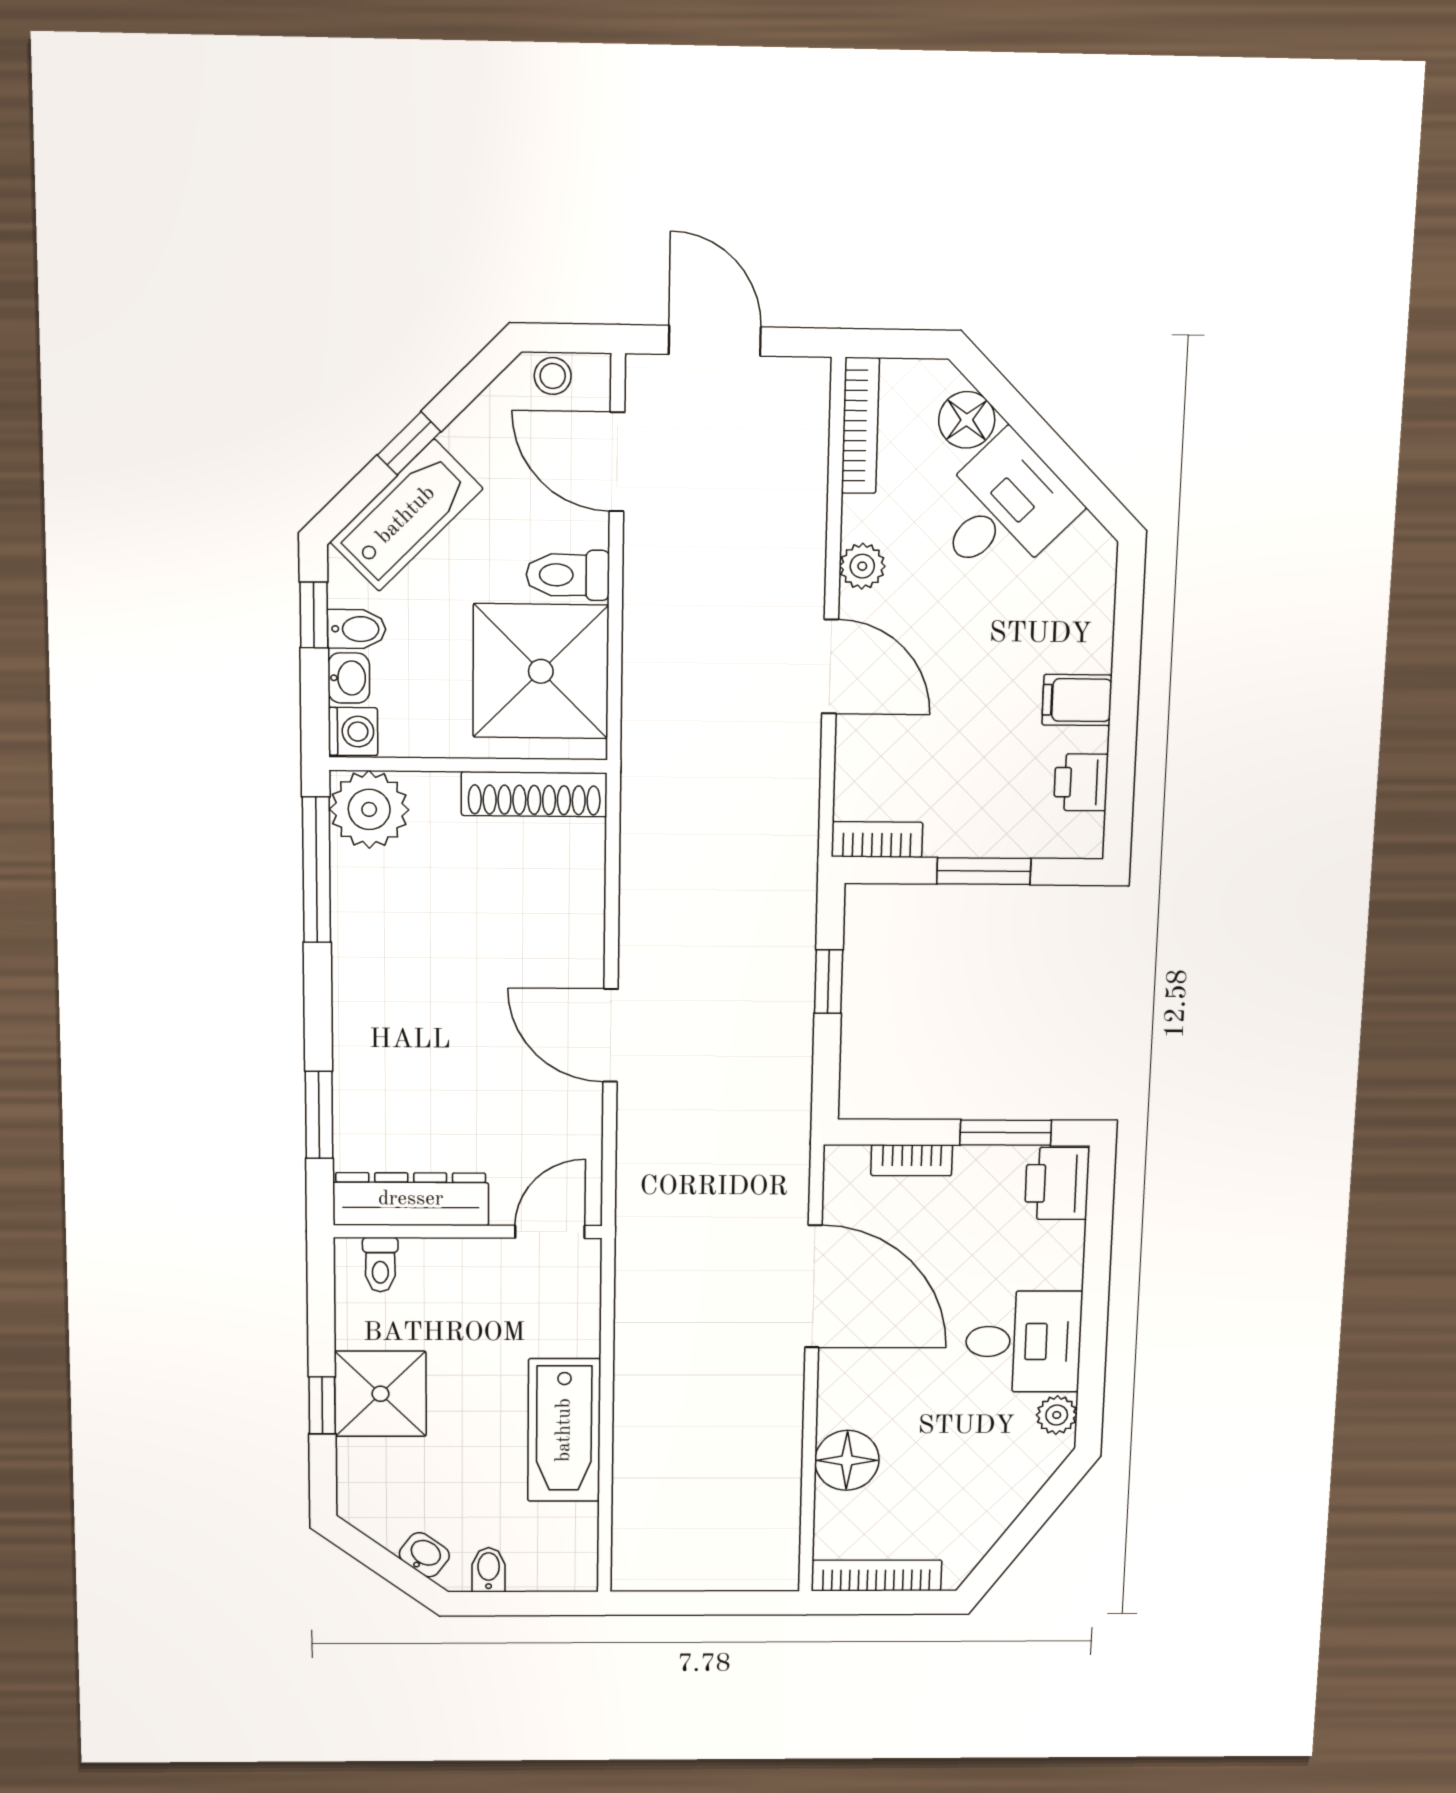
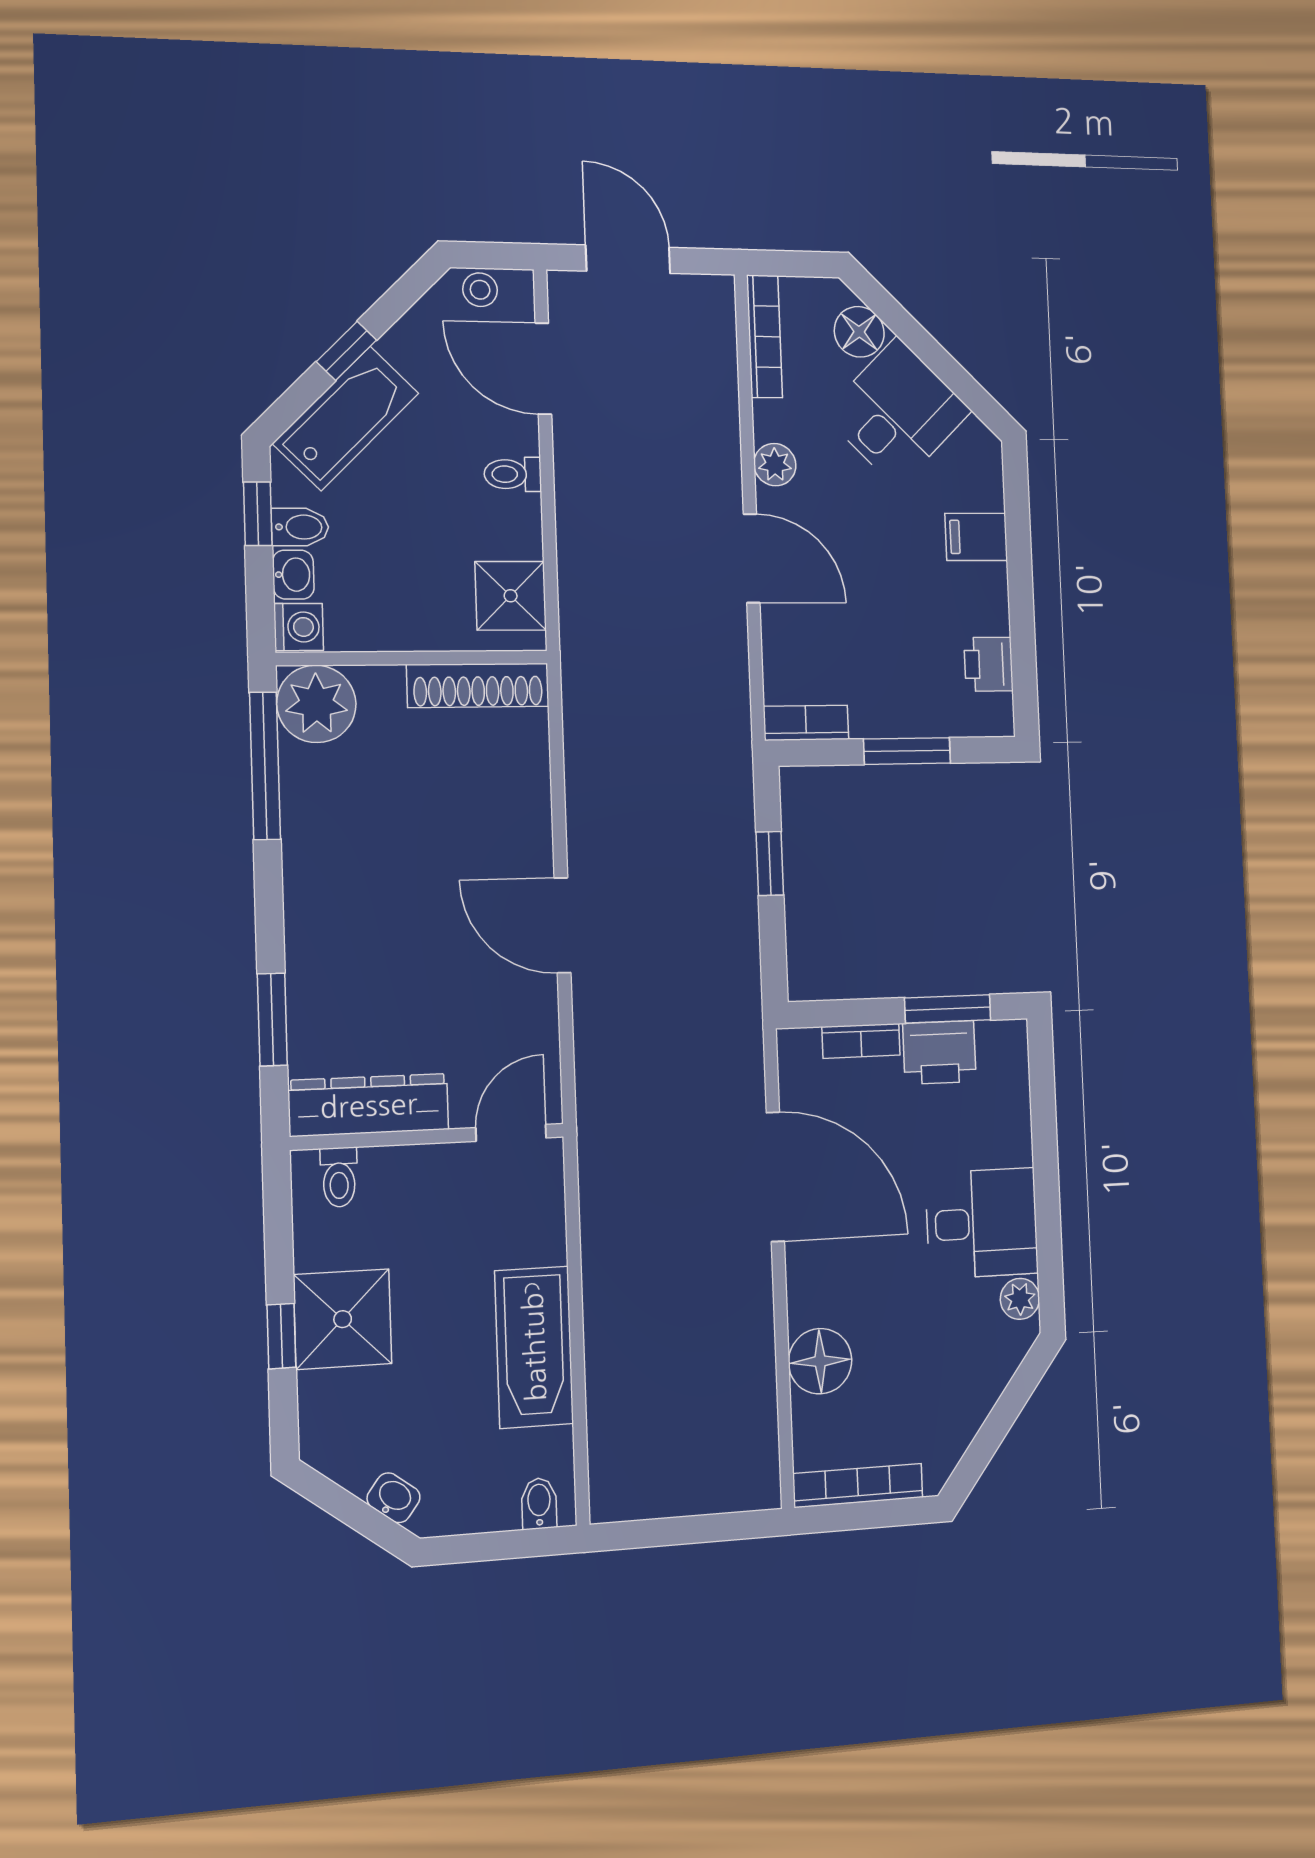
toilet: (568, 575) -> (513, 474), width x0.73, depth x0.72
shower: (541, 671) -> (511, 596), width x0.54, depth x0.54
filing cabinet: (1077, 700) -> (976, 537), moved
printer: (1057, 1183) -> (939, 1052), moved, turned -90
bidet: (489, 1570) -> (539, 1503), moved

